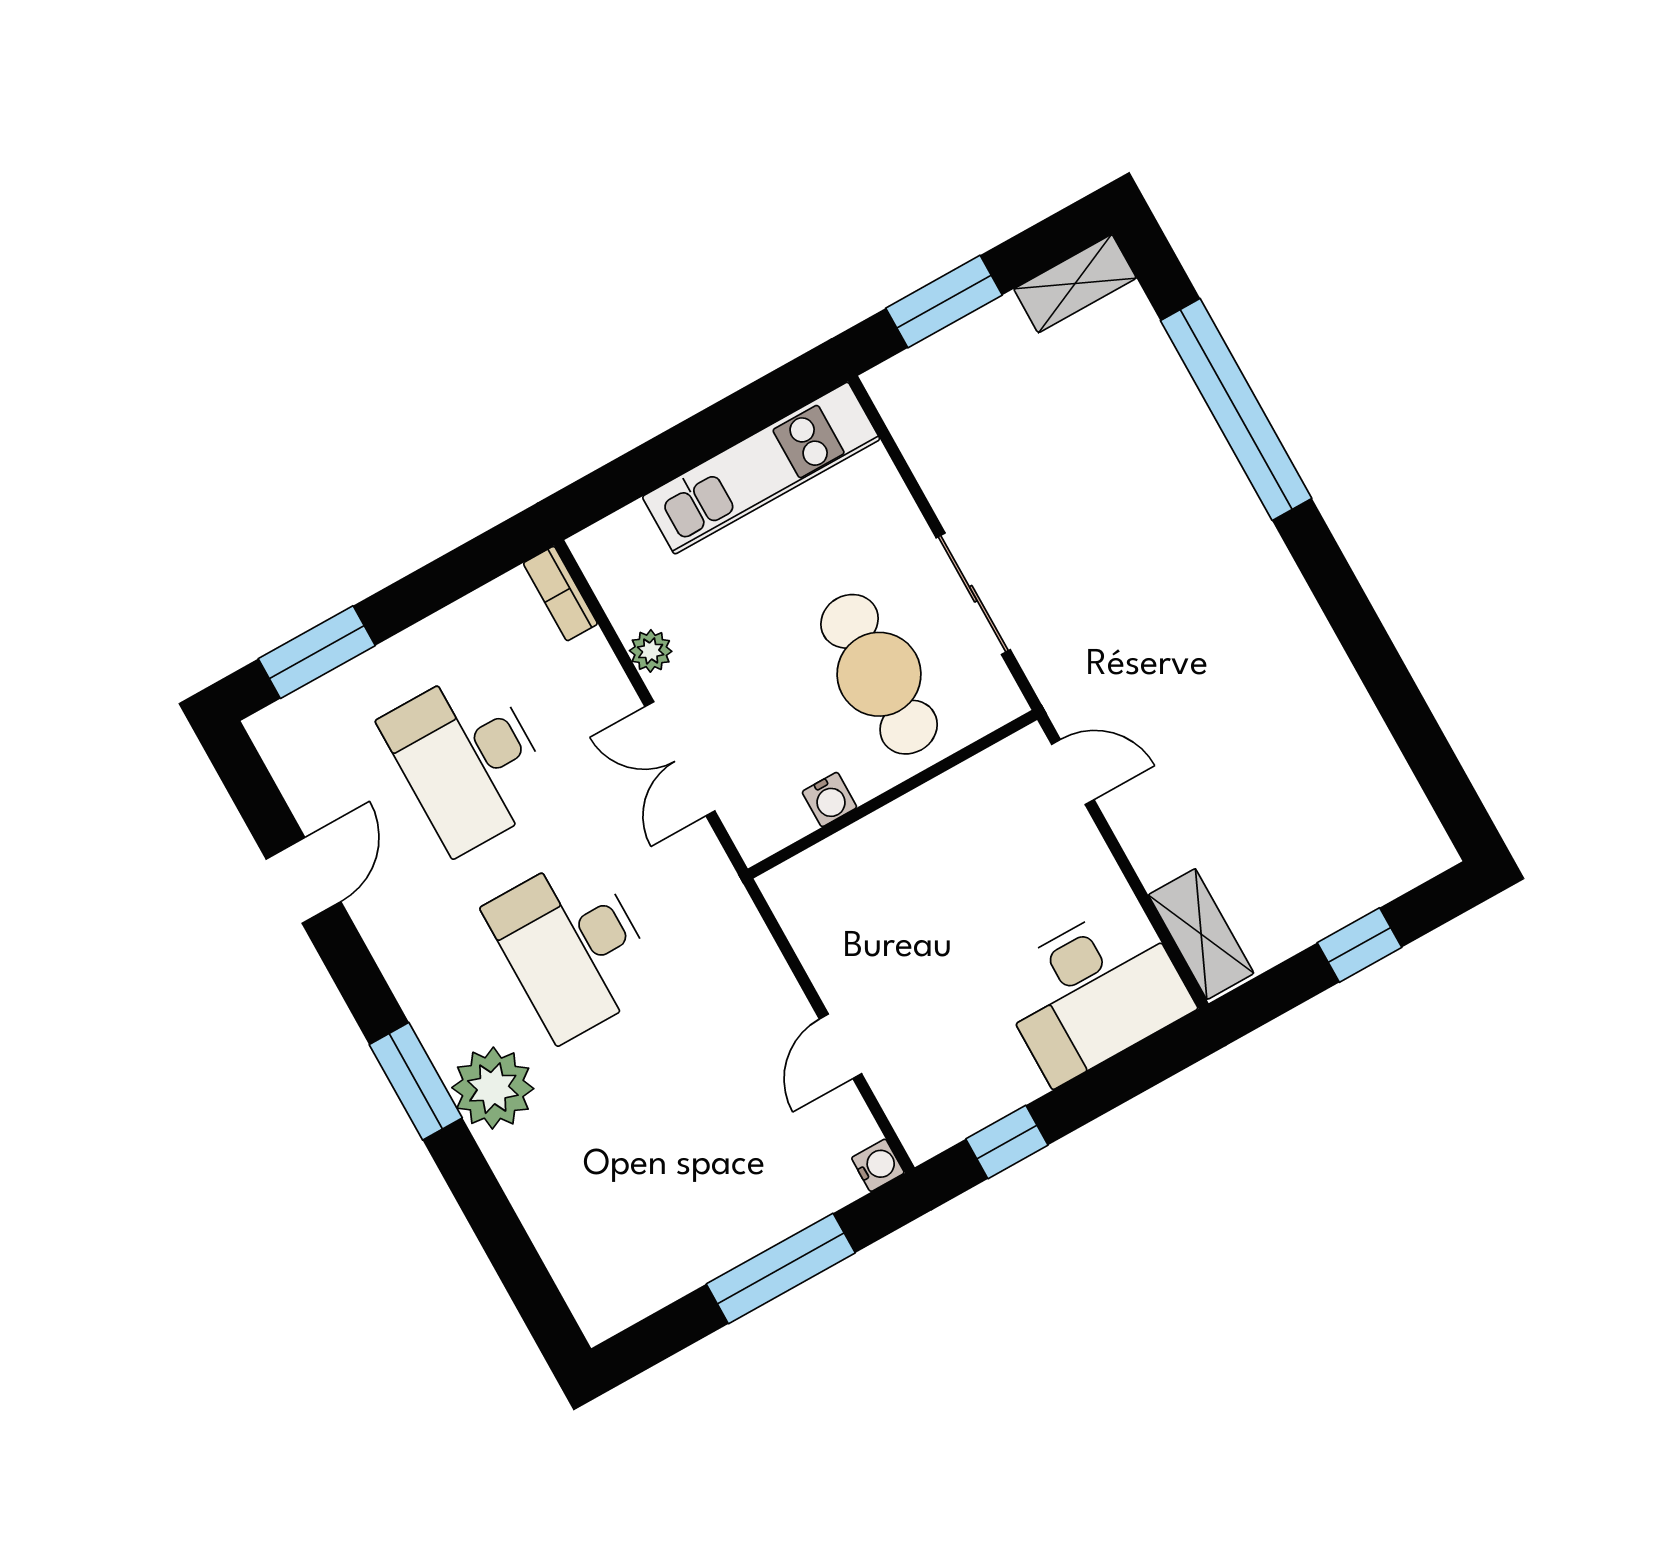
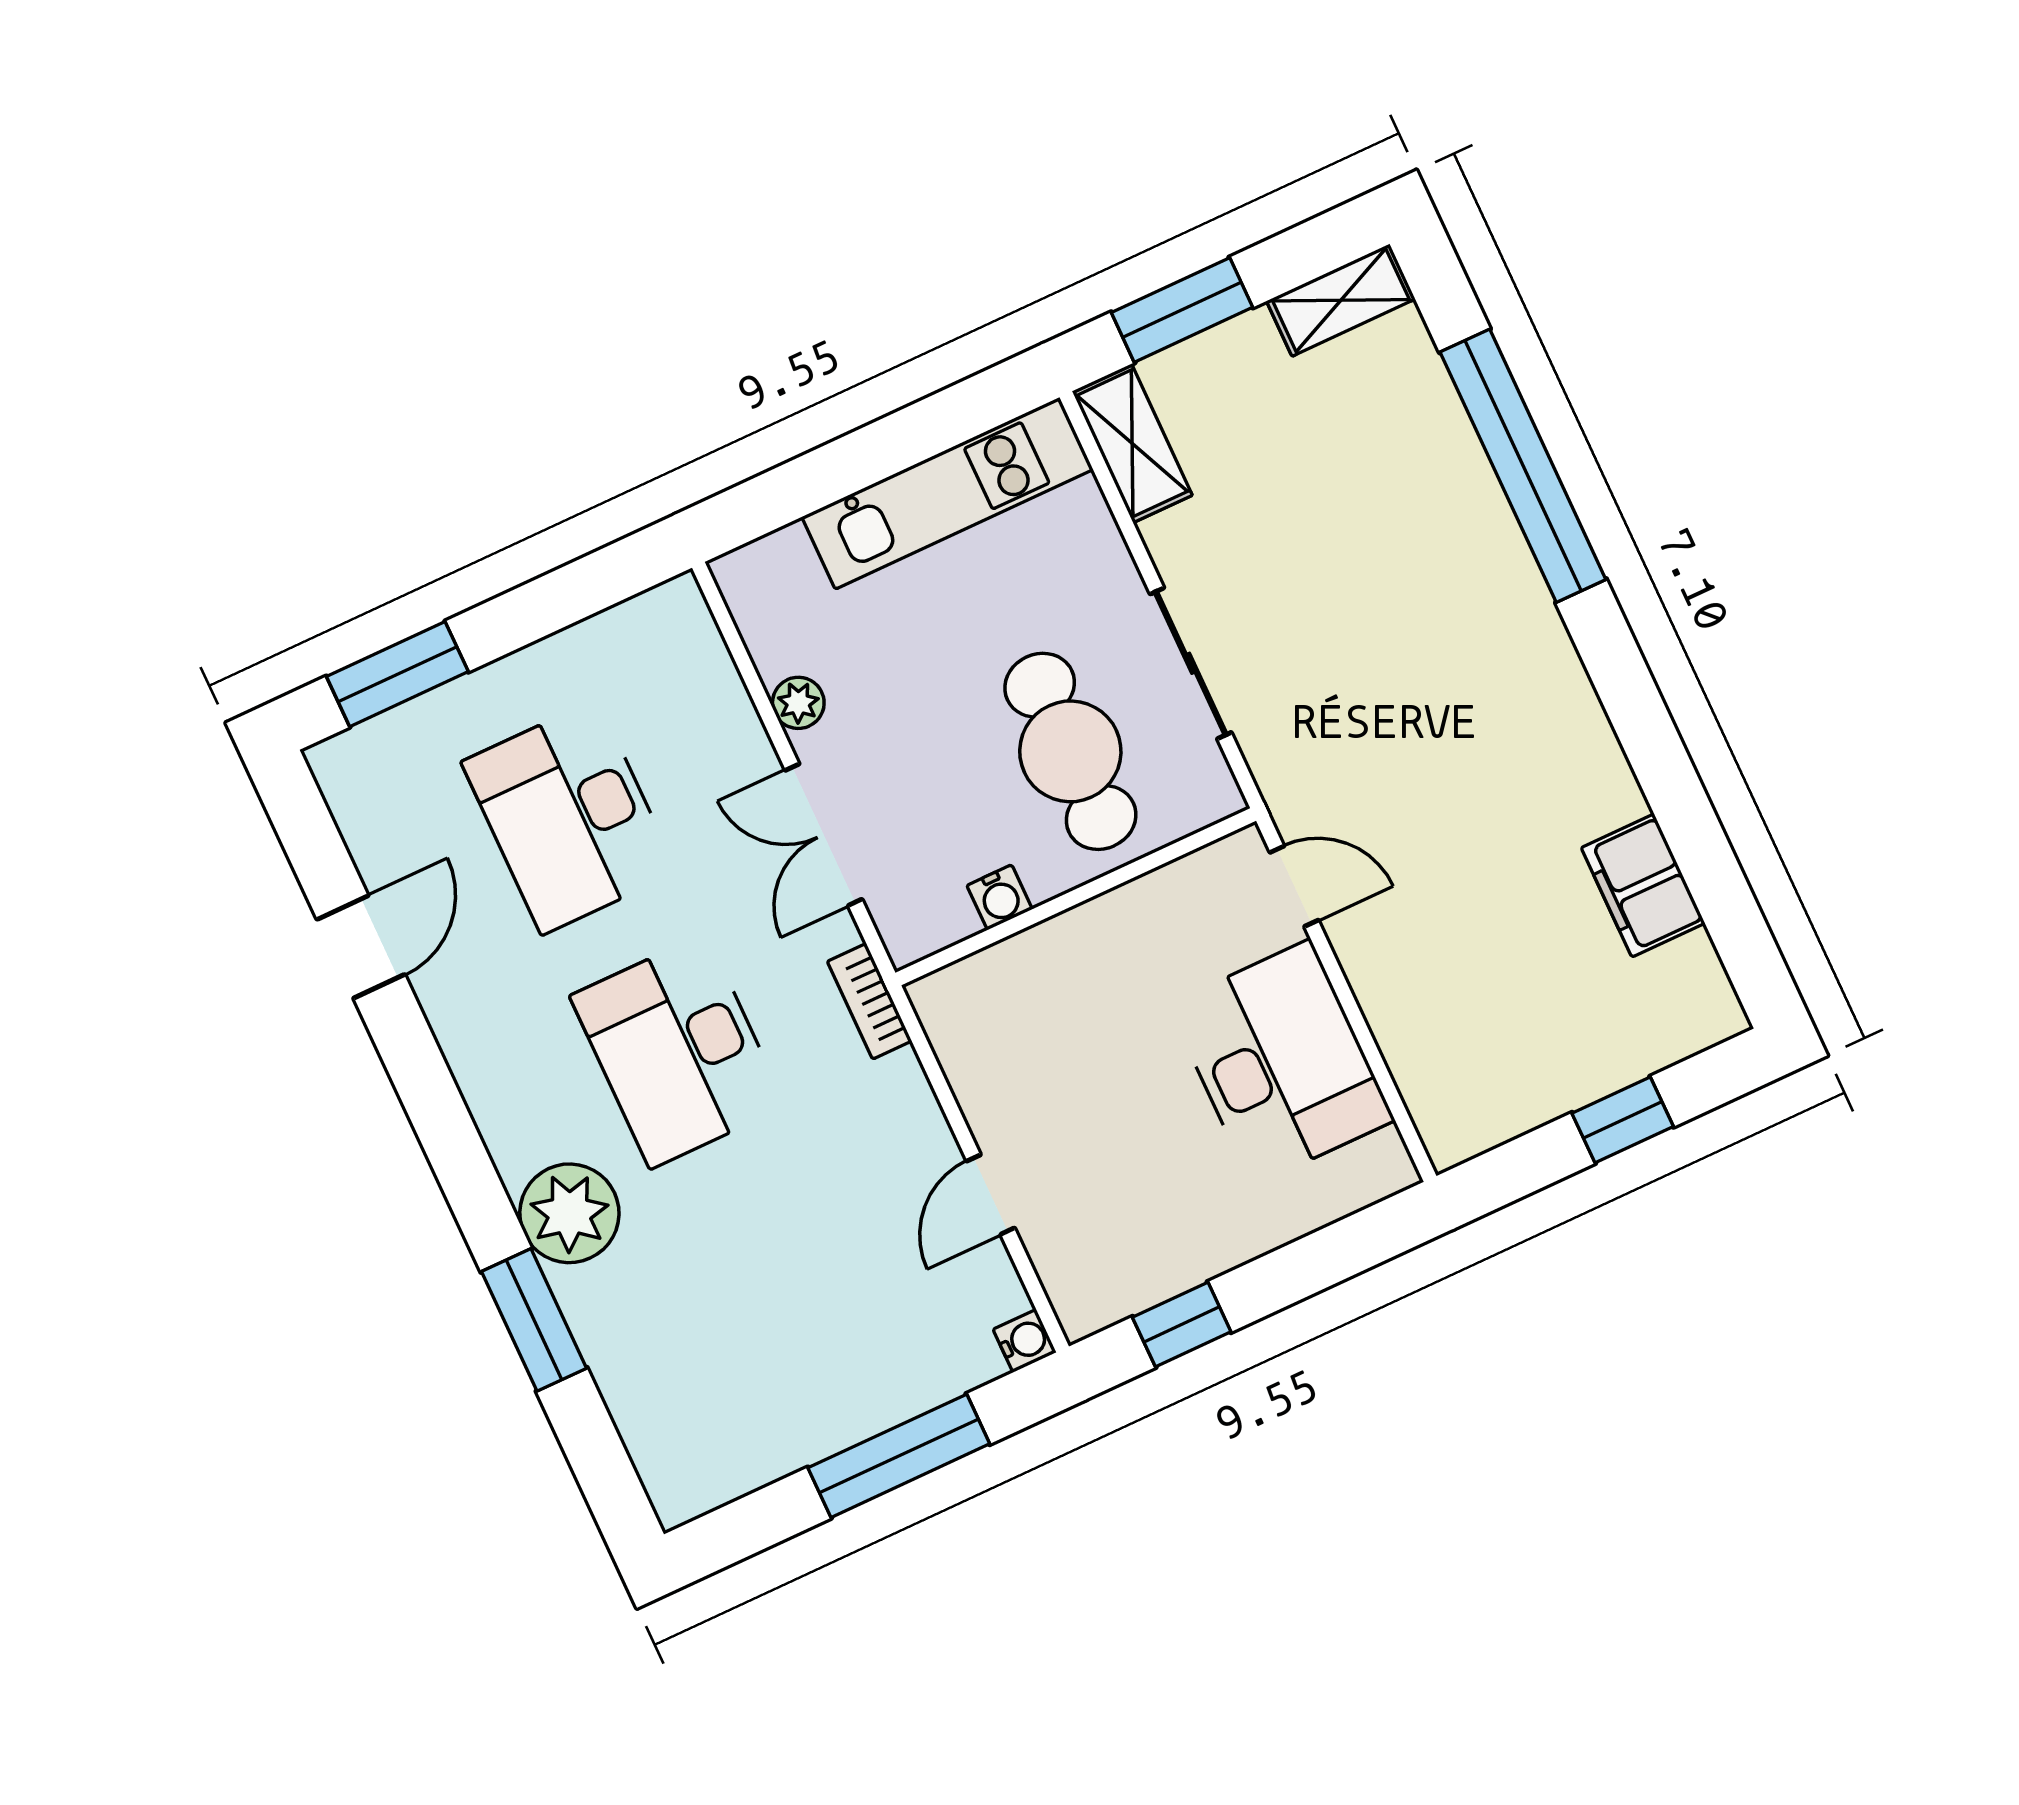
bookcase: (560, 594) -> (869, 1001), moved
filing cabinet: (1362, 750) -> (1643, 885), added
shelving: (1201, 934) -> (1132, 443), moved
desk: (1094, 992) -> (1281, 1063), moved, turned -90
window: (416, 1081) -> (534, 1320), moved

